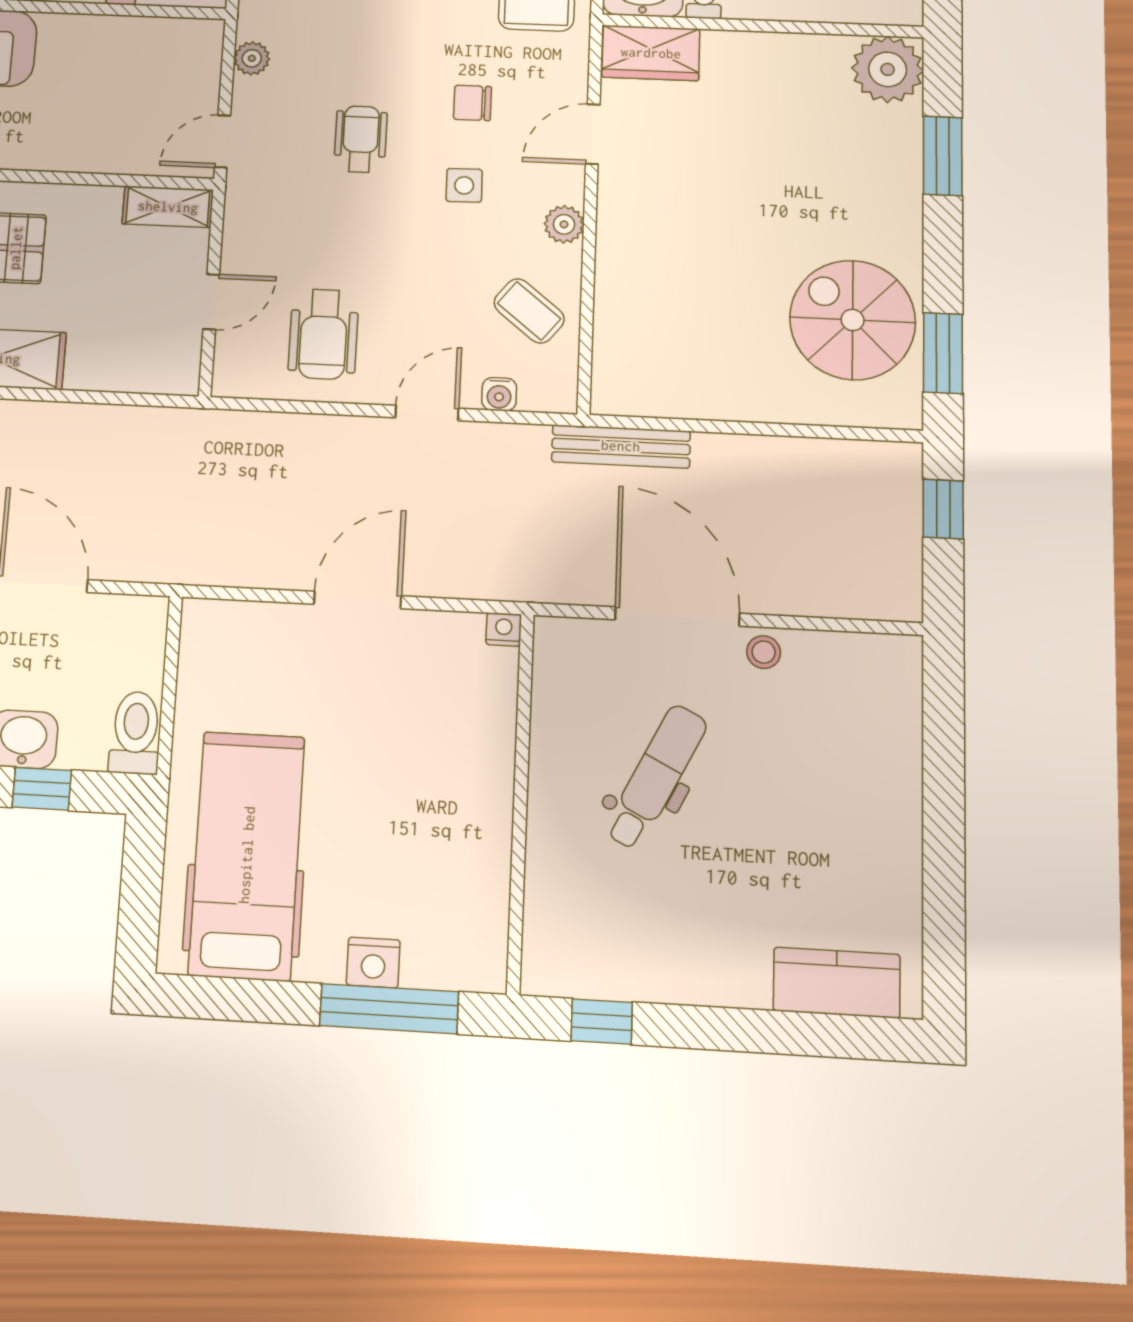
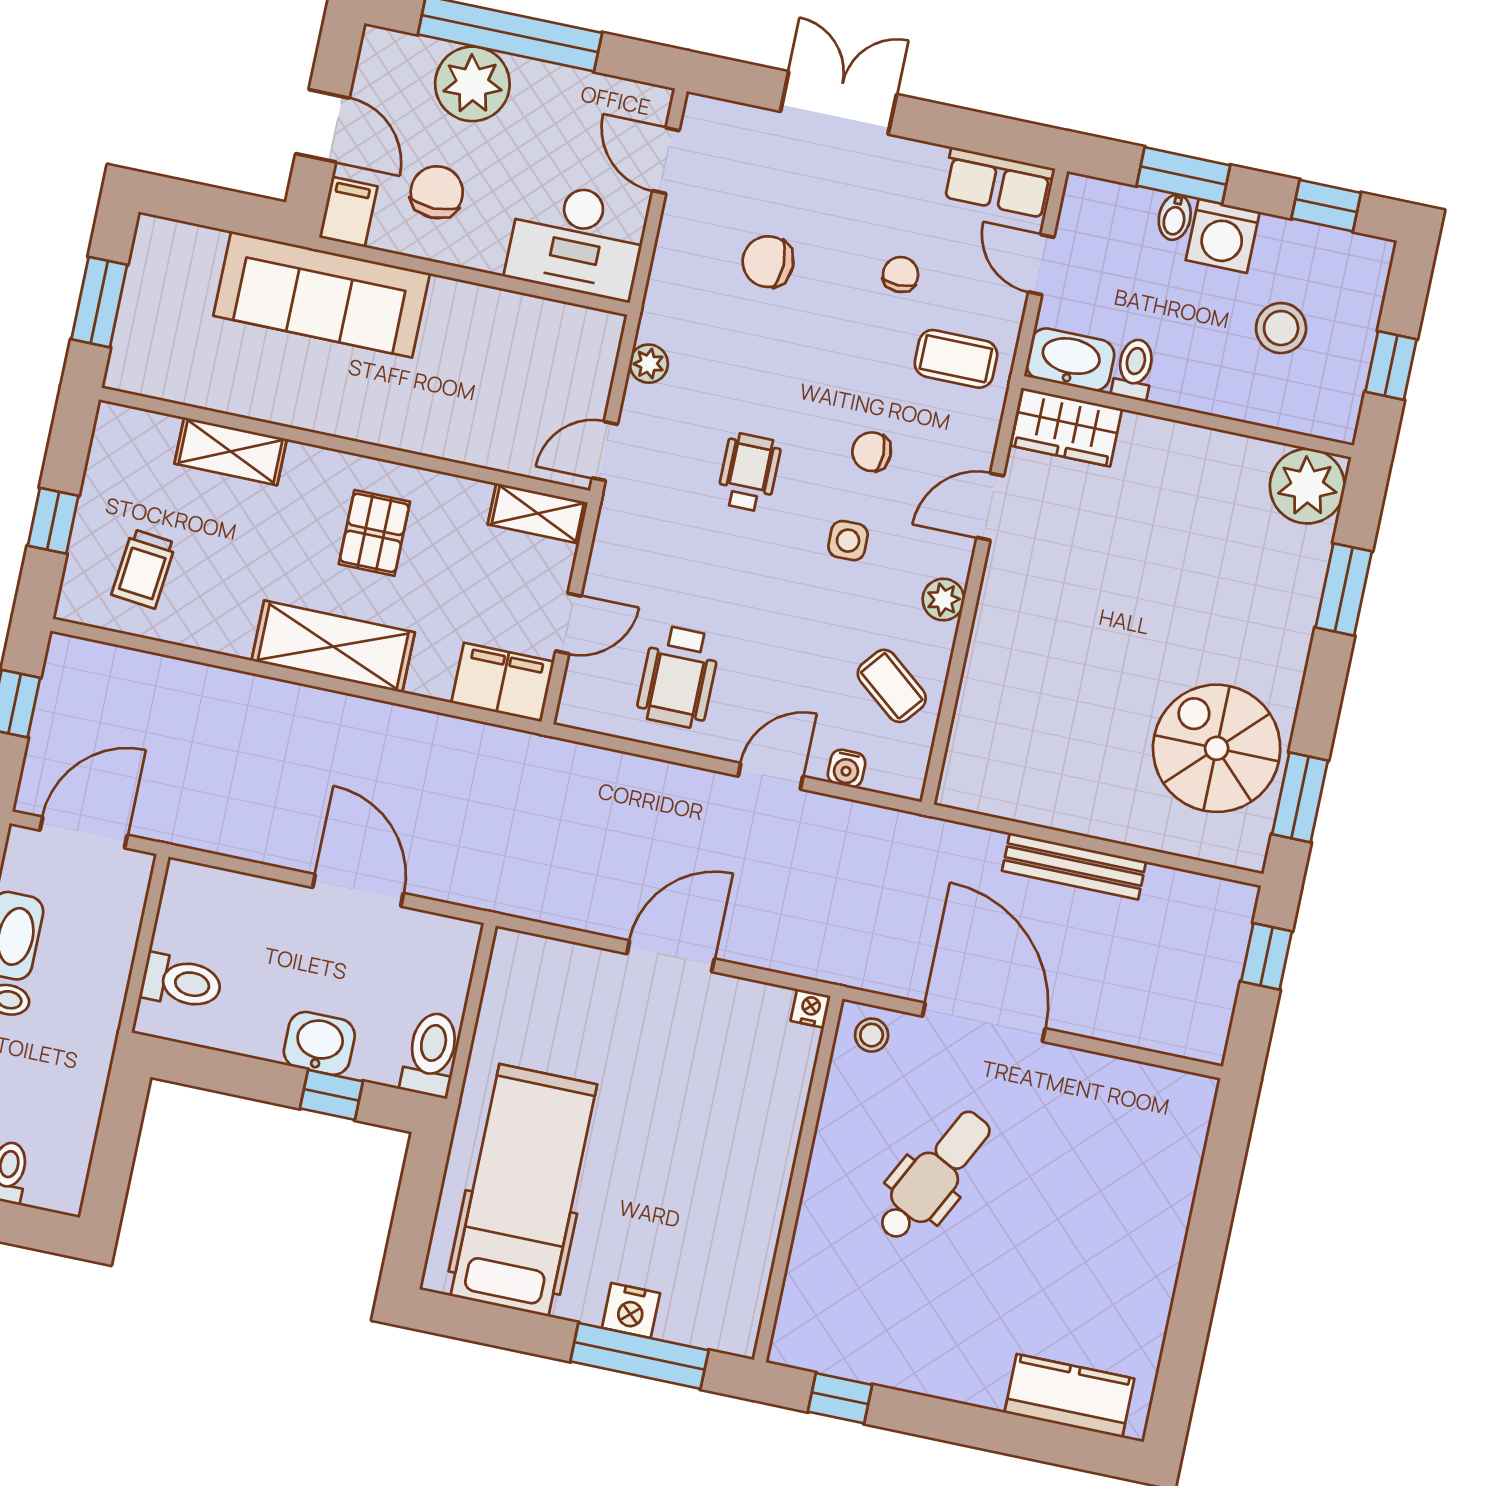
filing cabinet: (156, 366) -> (503, 682), added
bench: (621, 446) -> (1074, 866), moved
stool: (764, 652) -> (872, 1035), moved

